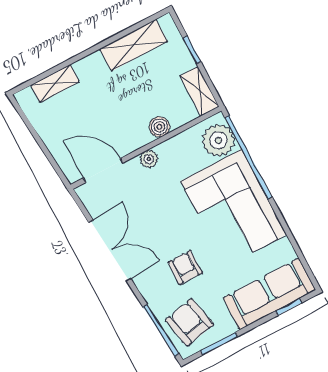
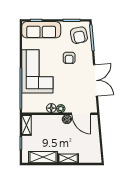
shelving: (55, 84) -> (68, 158), moved
boiler: (159, 127) -> (67, 119), moved
plant: (218, 140) -> (29, 101), removed
floor lamp: (168, 150) -> (51, 108), added
double door: (110, 251) -> (96, 80), swing flipped

